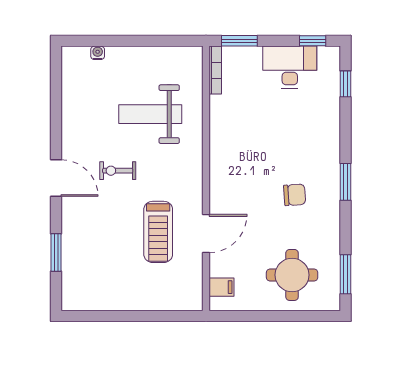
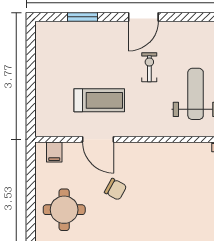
chair: (295, 195) -> (116, 189), moved, turned -58
treadmill: (158, 232) -> (99, 100), turned 180

